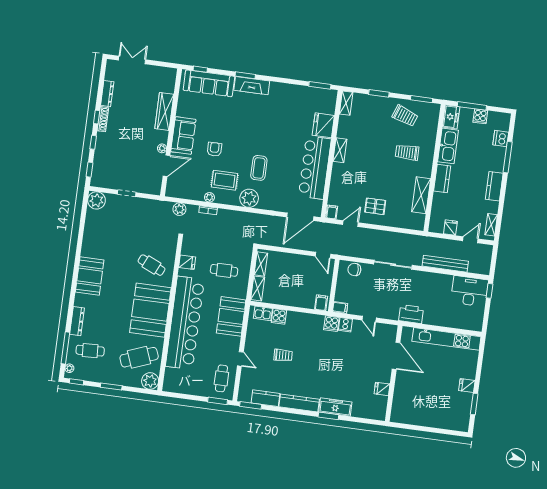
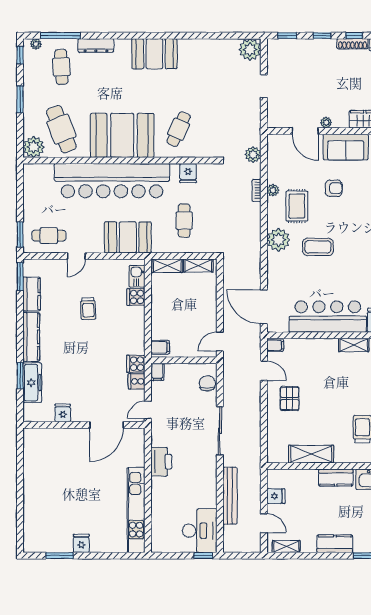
door: (396, 356) -> (106, 425), moved
wall: (394, 374) -> (84, 425), moved
fridge: (382, 389) -> (63, 413), moved

